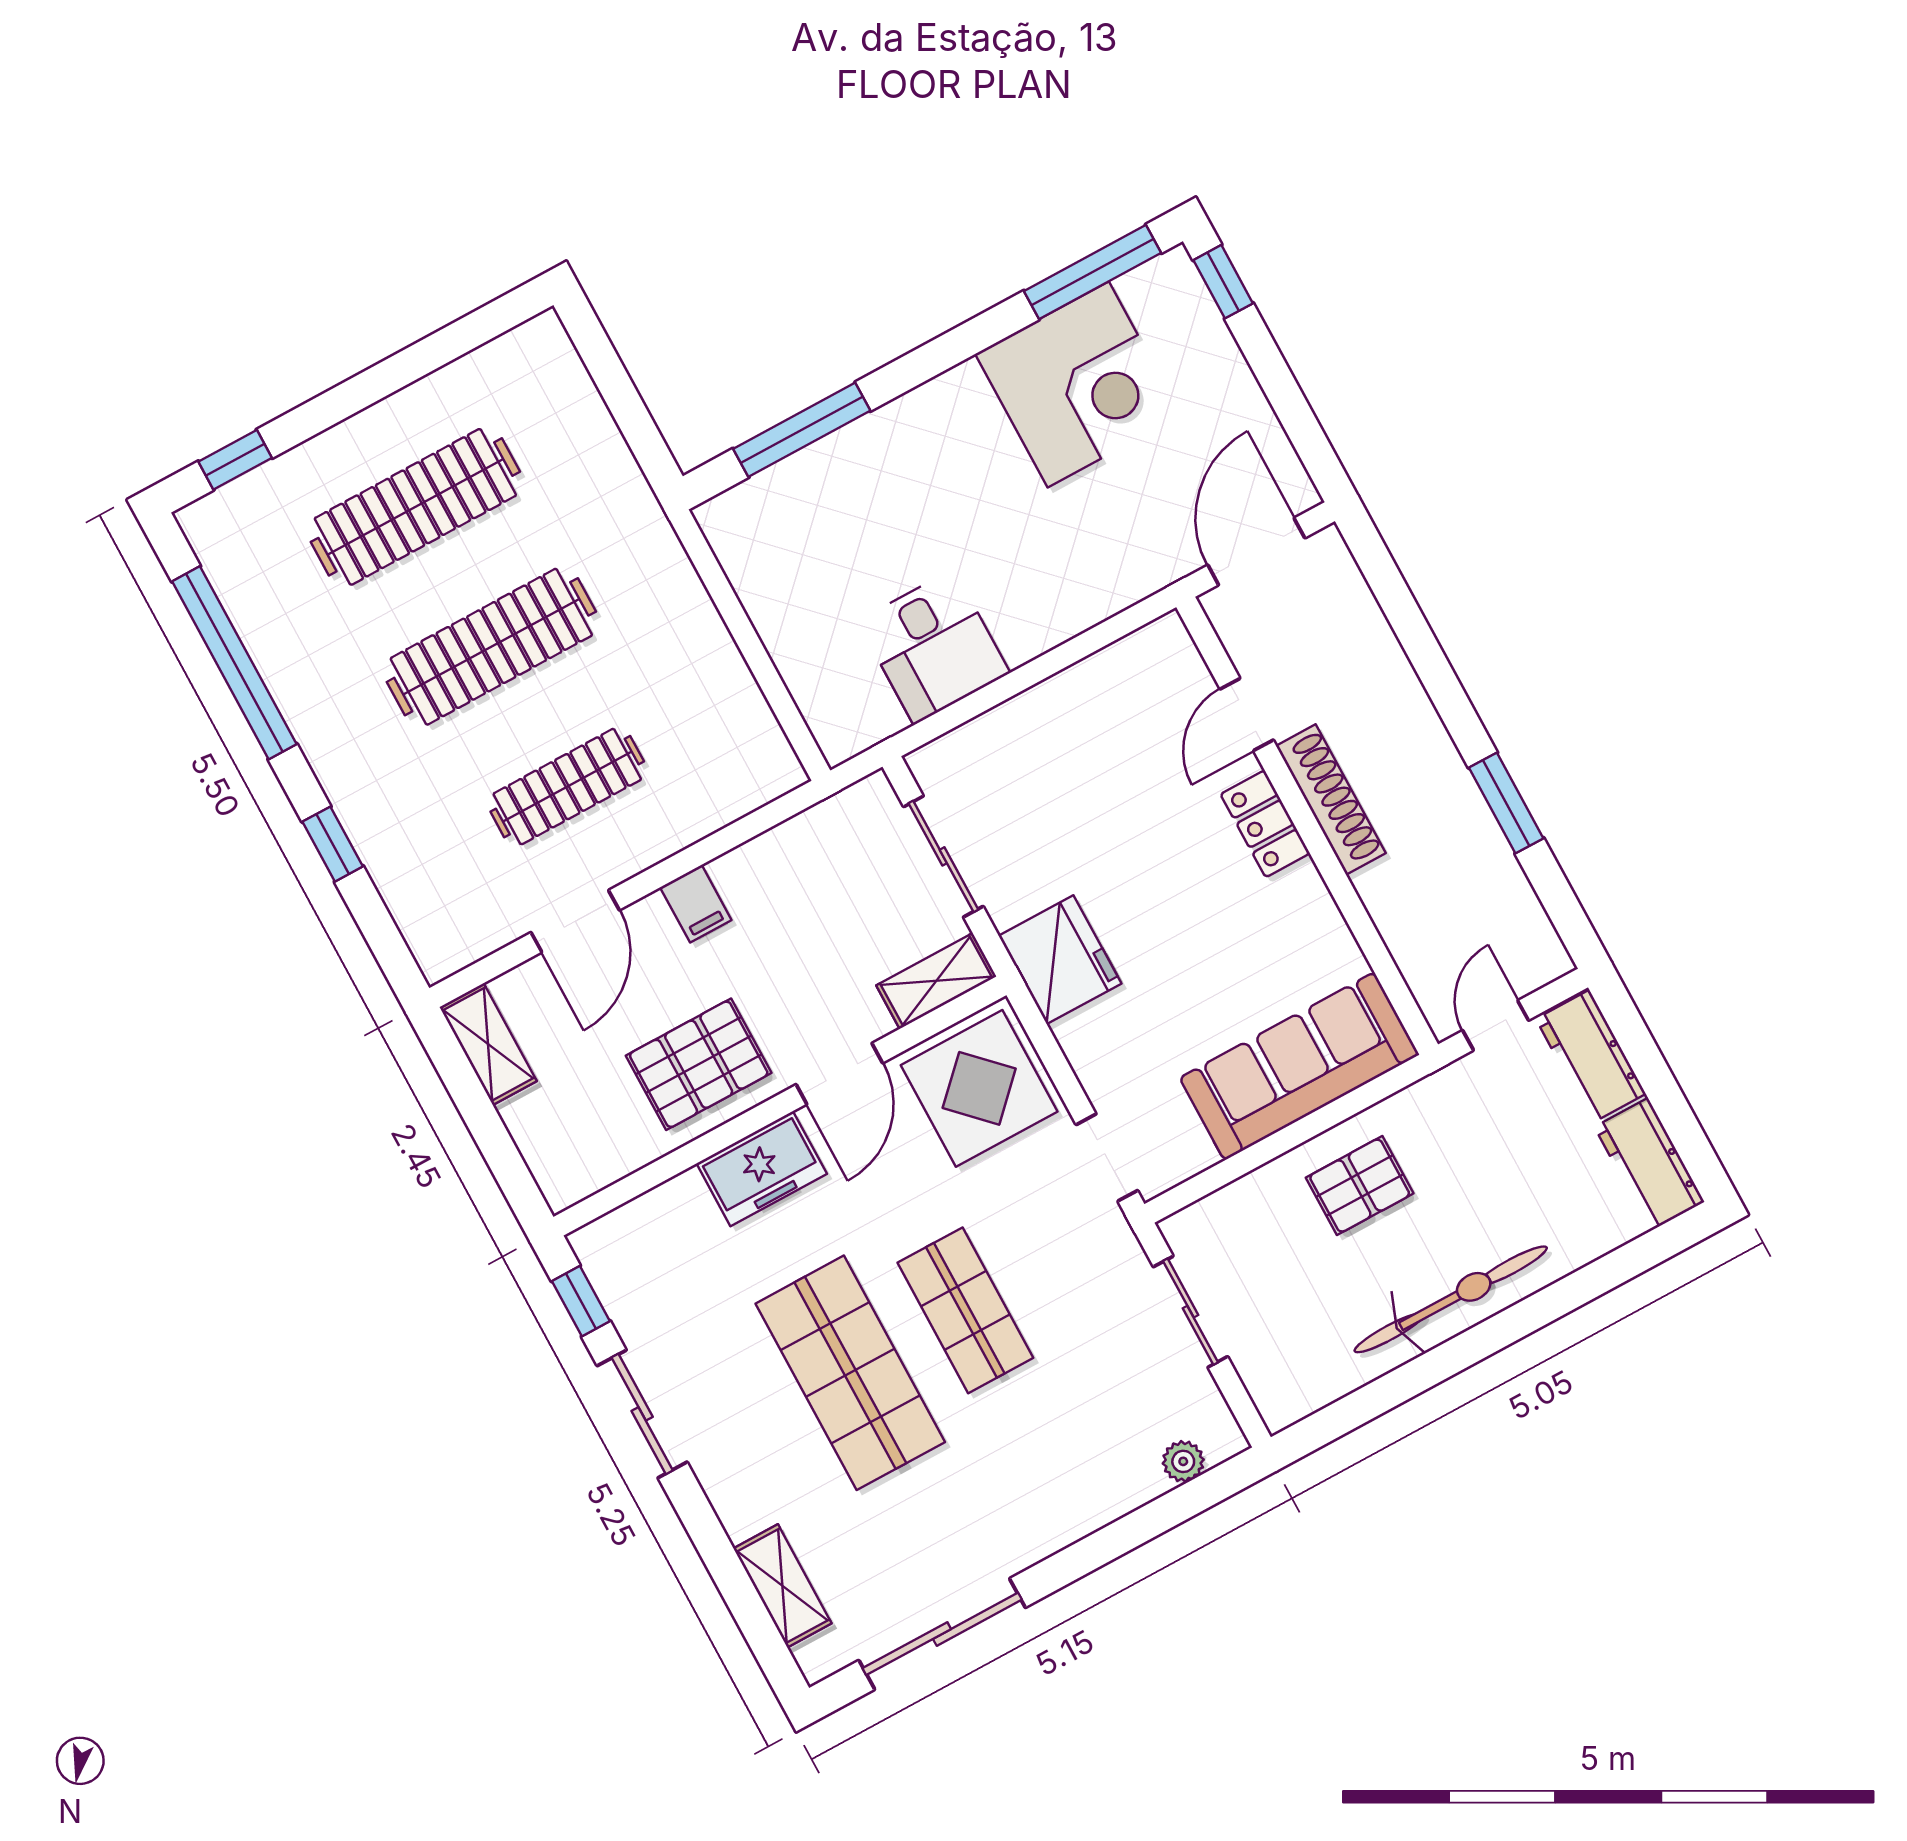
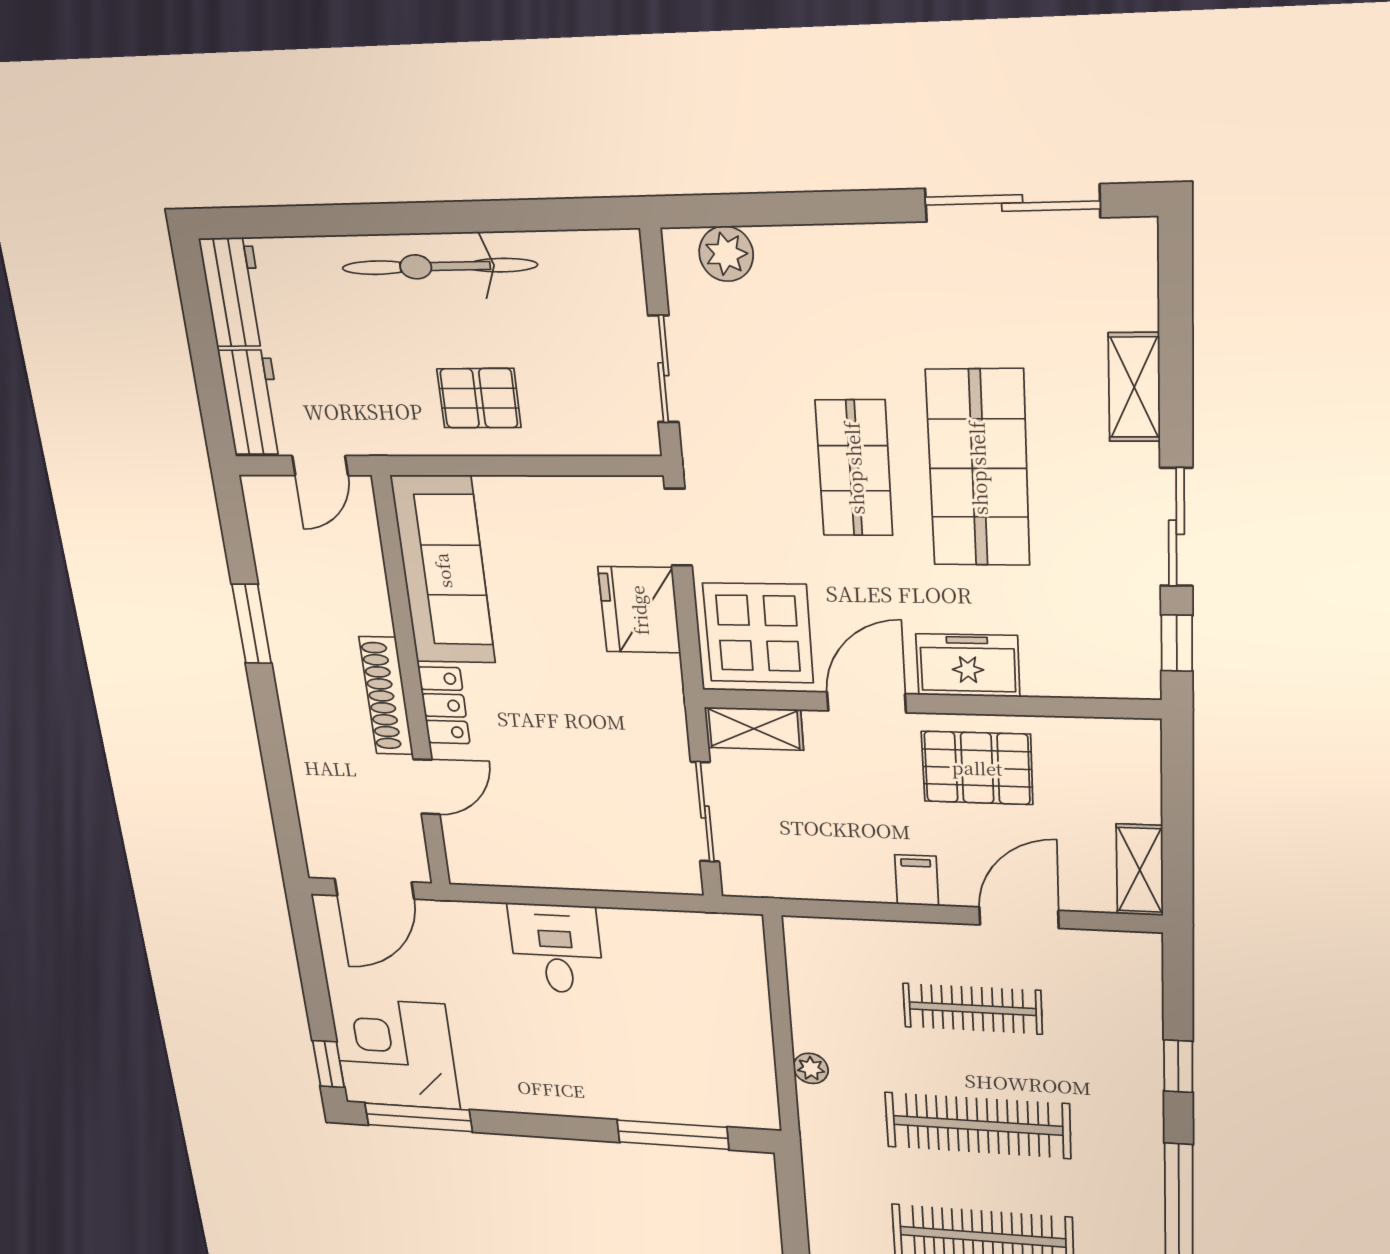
corner desk: (1078, 384) -> (395, 1054), moved
plant: (695, 610) -> (811, 1068), added
desk: (934, 647) -> (556, 949), moved
fridge: (1060, 960) -> (639, 610), moved
sofa: (1299, 1066) -> (443, 570), moved, turned -90
plant: (1183, 1461) -> (726, 254), width x1.38, depth x1.38
shelving: (782, 1586) -> (1134, 387), moved

